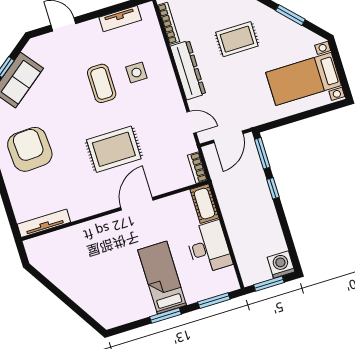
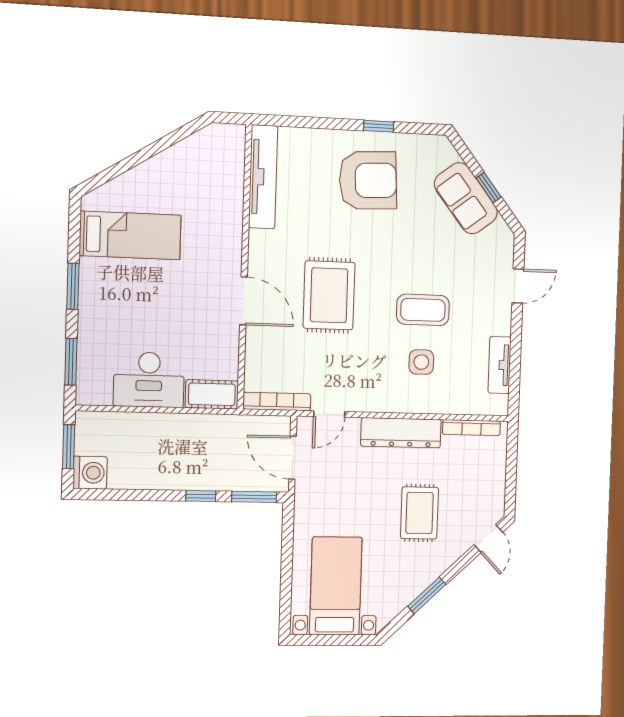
bookcase: (197, 168) -> (277, 402), width x1.56
tv unit: (44, 223) -> (263, 177), width x1.36, depth x1.29
bed: (162, 278) -> (130, 235), moved

